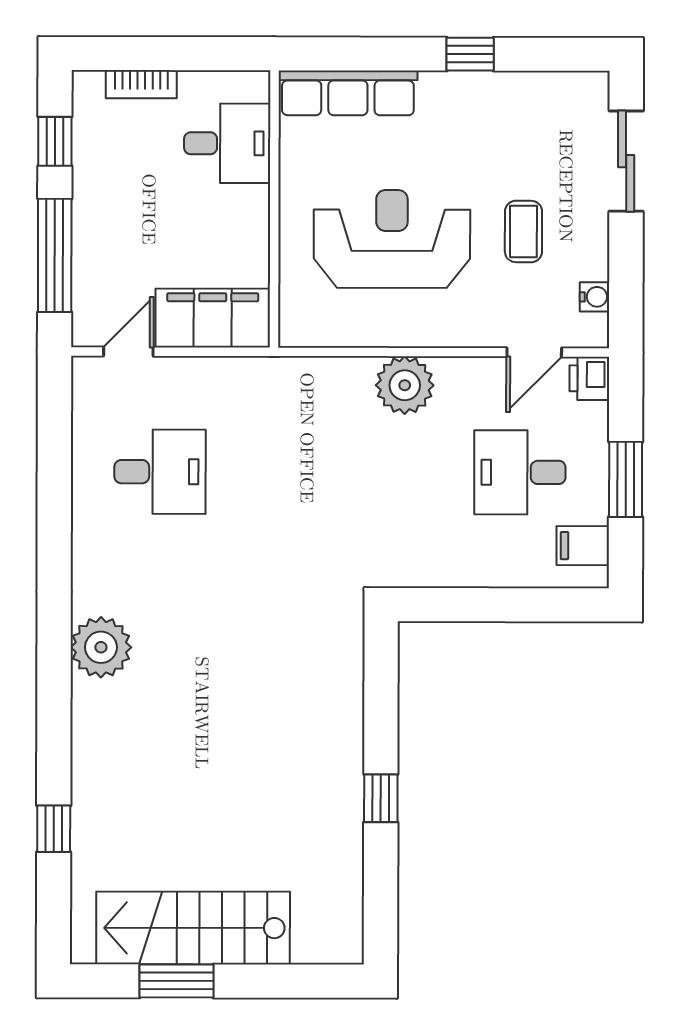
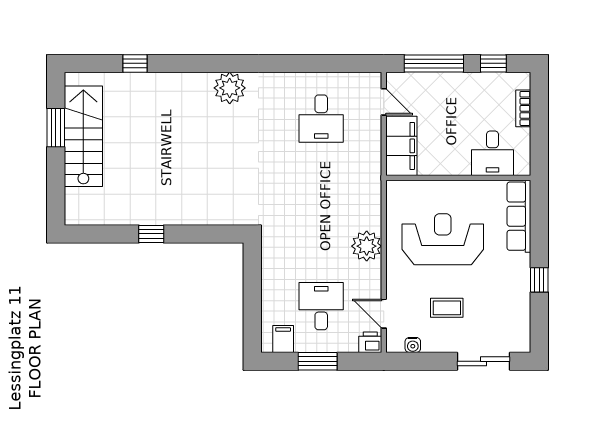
reception desk: (392, 239) -> (443, 239), turned -90

